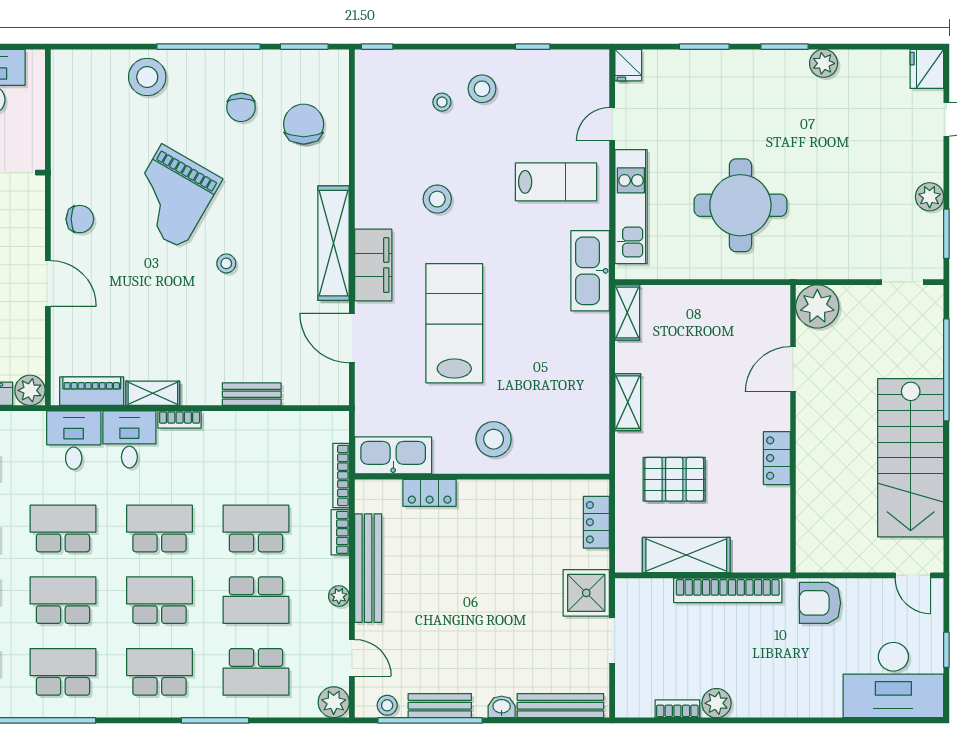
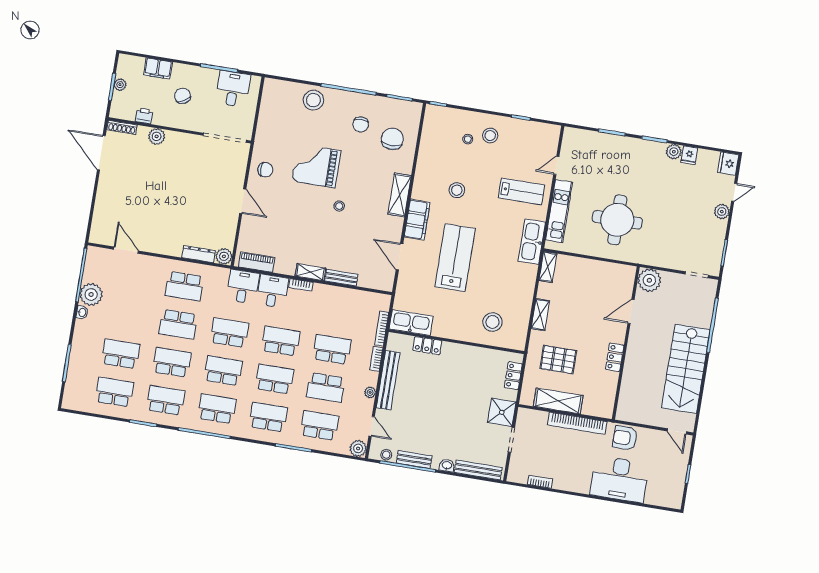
fridge: (628, 65) -> (689, 155), moved
grand piano: (172, 197) -> (316, 166), turned 60
plant: (930, 197) -> (722, 212), moved
shelving: (334, 243) -> (400, 195), width x0.68
shelving: (153, 393) -> (310, 272), moved
stool: (494, 439) -> (492, 322), moved
school desk: (256, 672) -> (319, 426), turned 180
desk: (893, 680) -> (619, 479), moved
plant: (716, 703) -> (561, 482), removed

